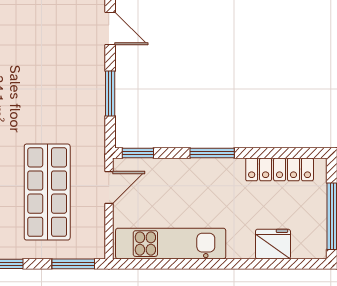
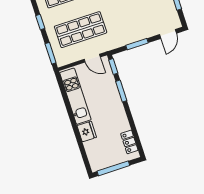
window: (212, 153) -> (121, 91), moved
locker: (280, 169) -> (129, 142), width x0.66
fridge: (273, 244) -> (87, 131), moved

